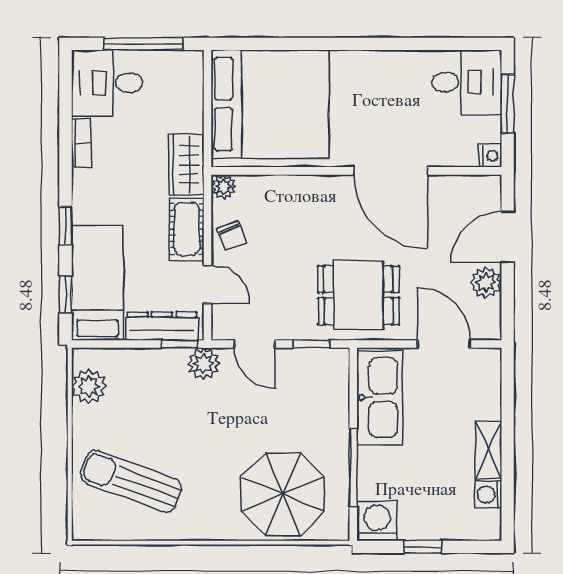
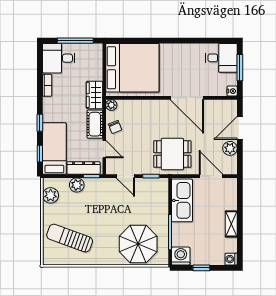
plant: (203, 364) -> (77, 185), moved
washing machine: (488, 494) -> (231, 259), moved

